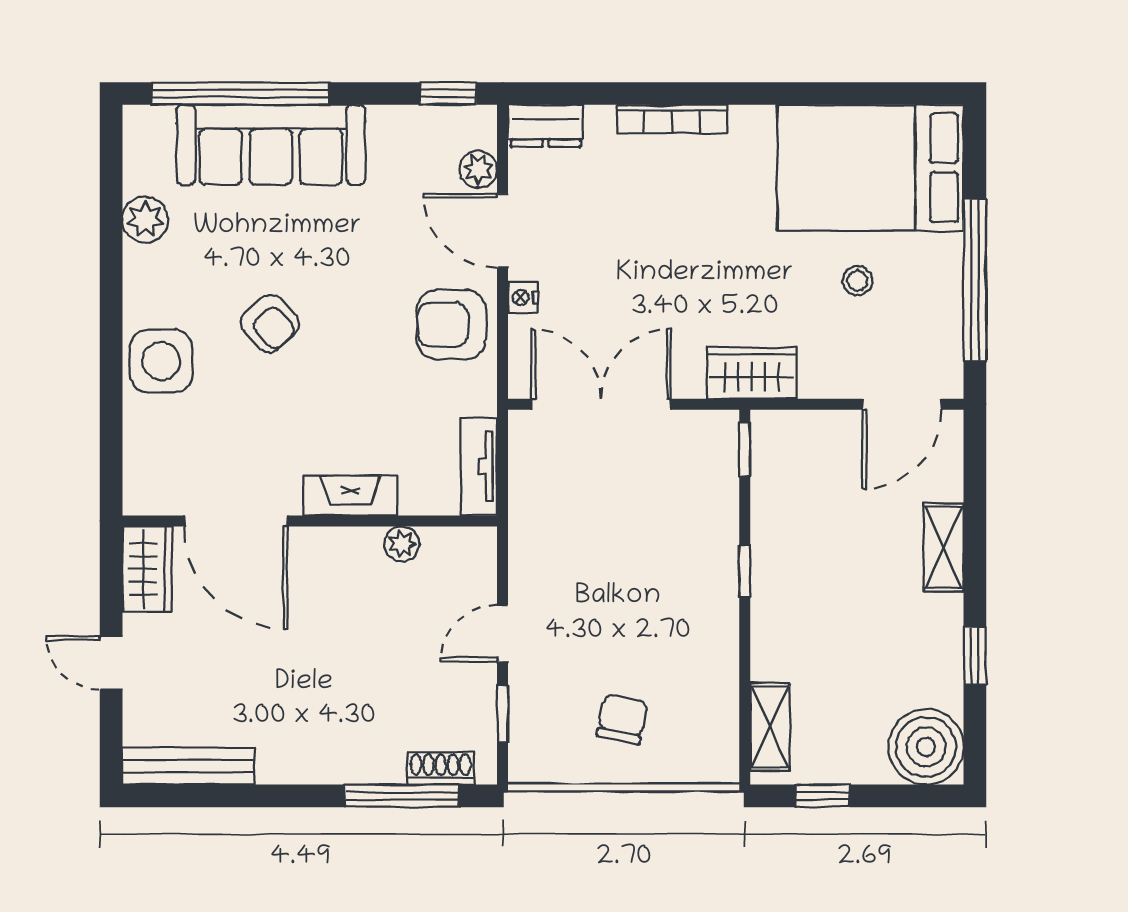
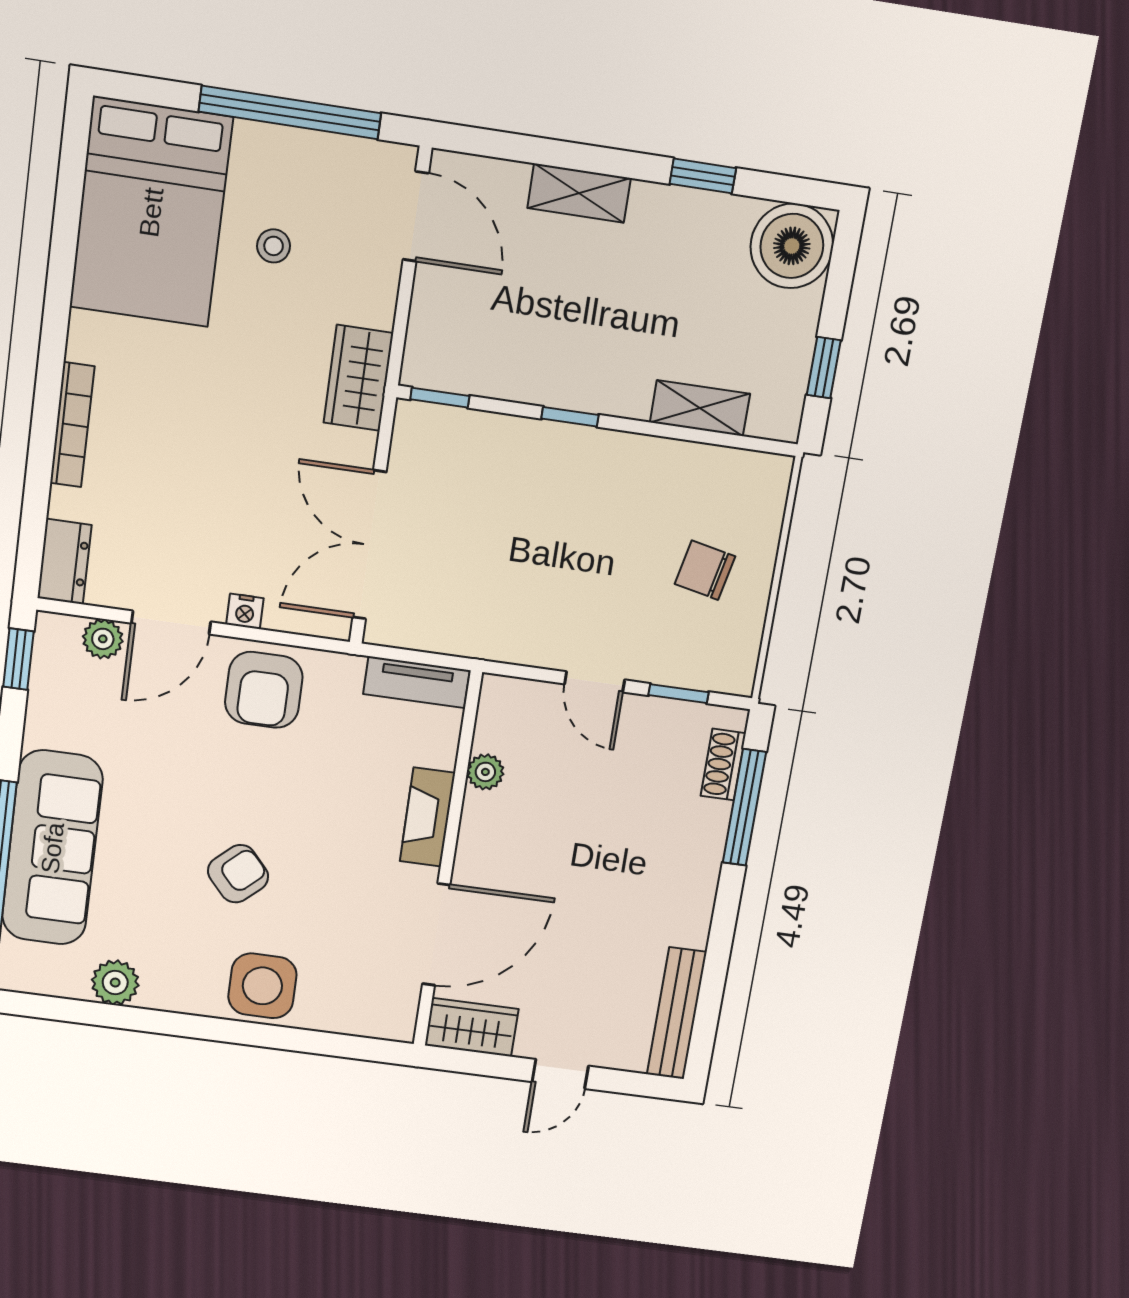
shelving: (770, 727) -> (700, 408), moved

